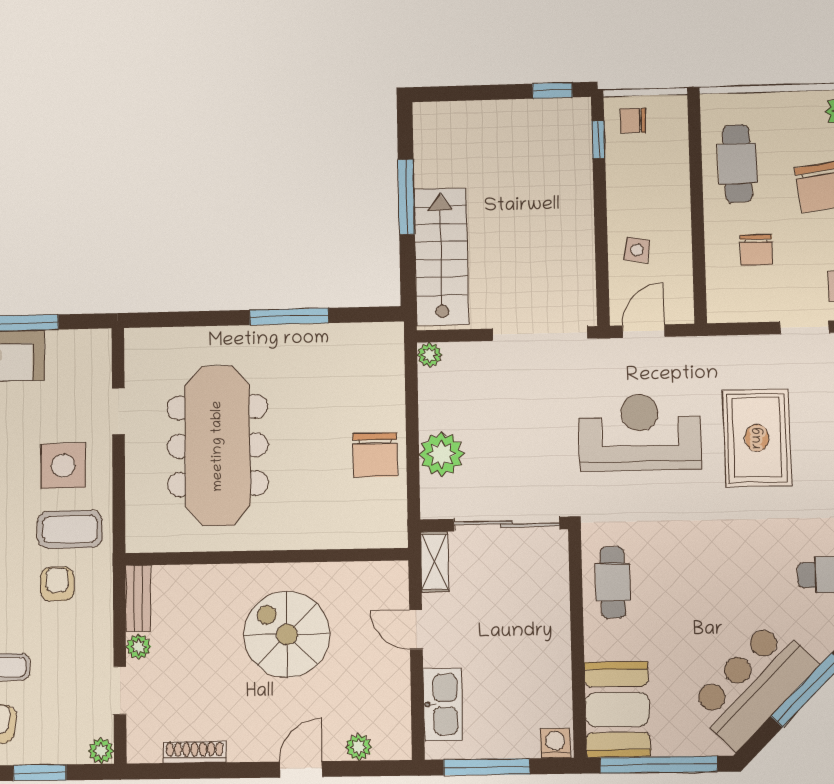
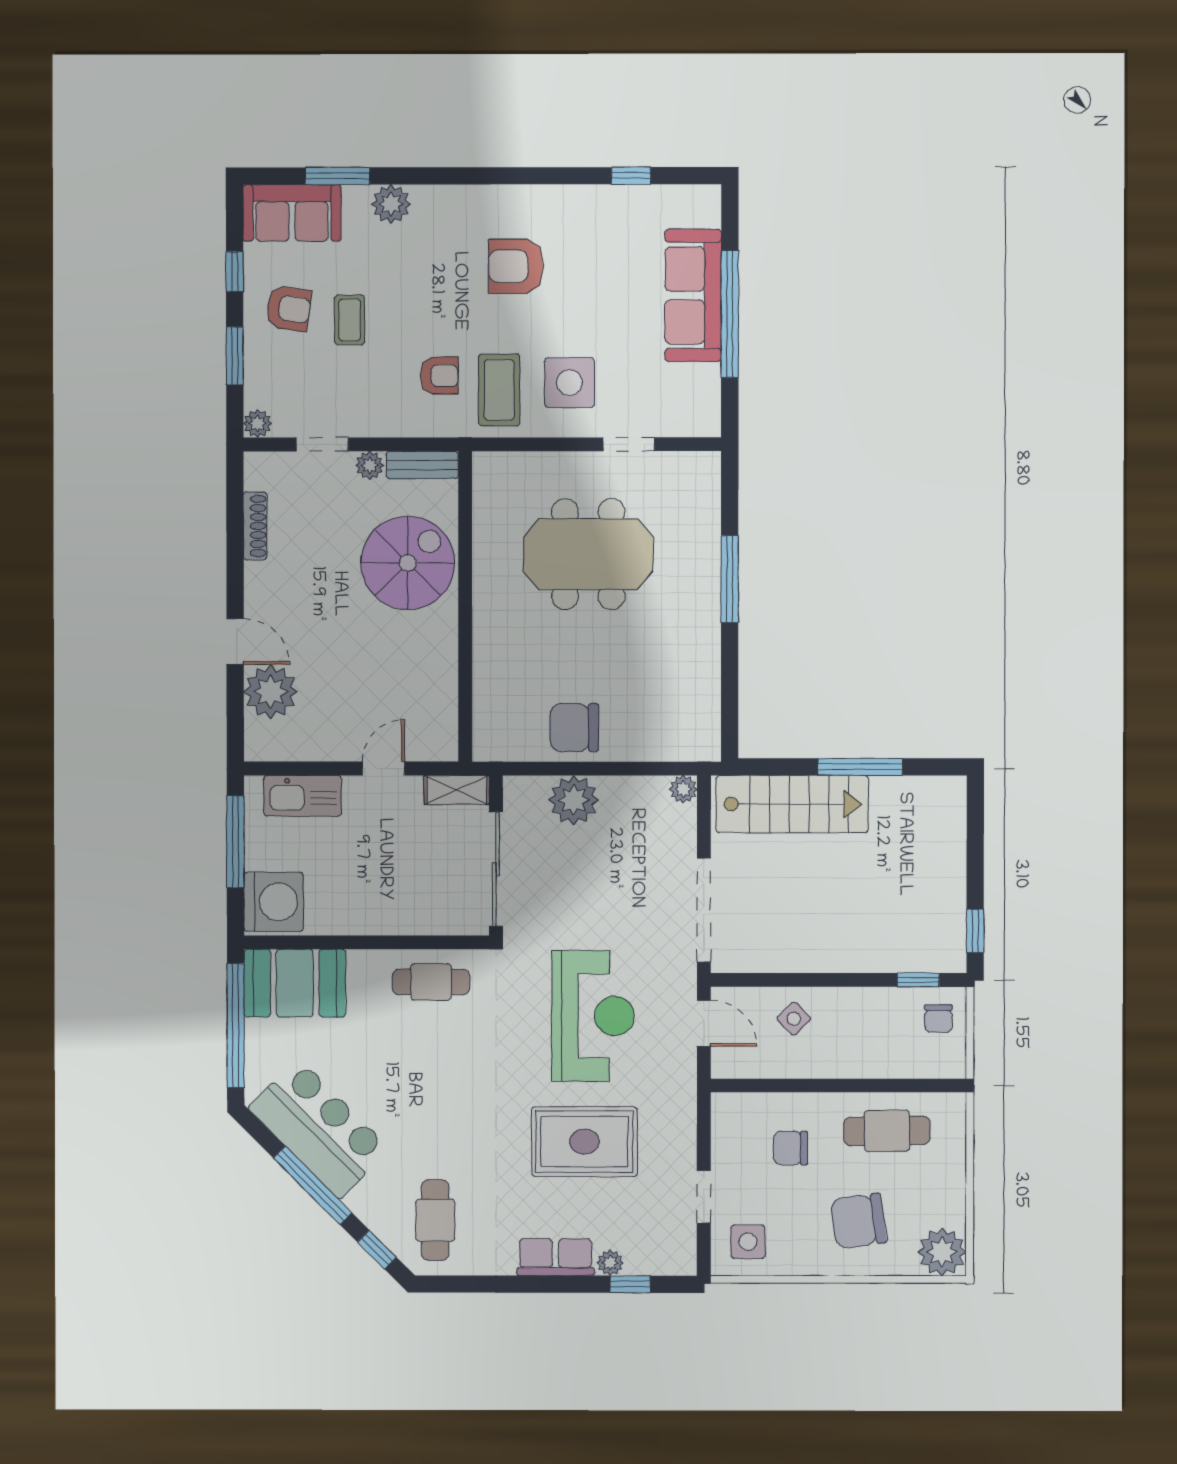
chair: (633, 121) -> (939, 1018), turned 180
side table: (637, 250) -> (794, 1019), turned 36
window: (289, 316) -> (730, 579), moved
meeting table: (218, 446) -> (588, 554), width x0.73
spiral stairs: (287, 634) -> (408, 563), moved
washing machine: (555, 743) -> (274, 902), width x1.89, depth x1.89
plant: (359, 747) -> (271, 692), width x1.87, depth x1.87

